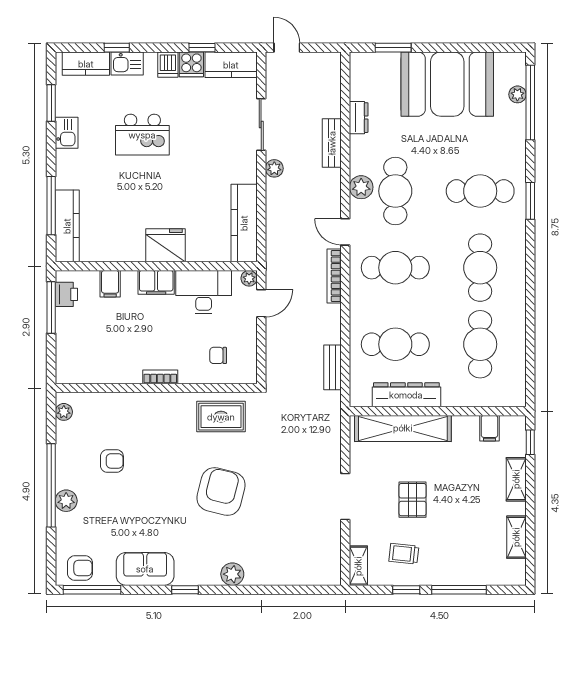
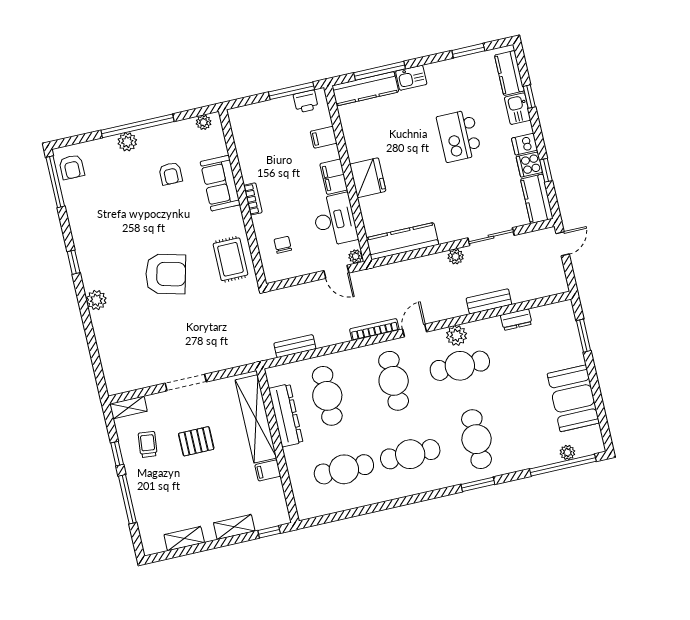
booth: (447, 84) -> (573, 398), width x0.73, depth x0.70
kitchen sink: (67, 133) -> (411, 78), moved
filing cabinet: (489, 428) -> (268, 470), moved
sofa: (145, 569) -> (220, 183), moved, turned 180

